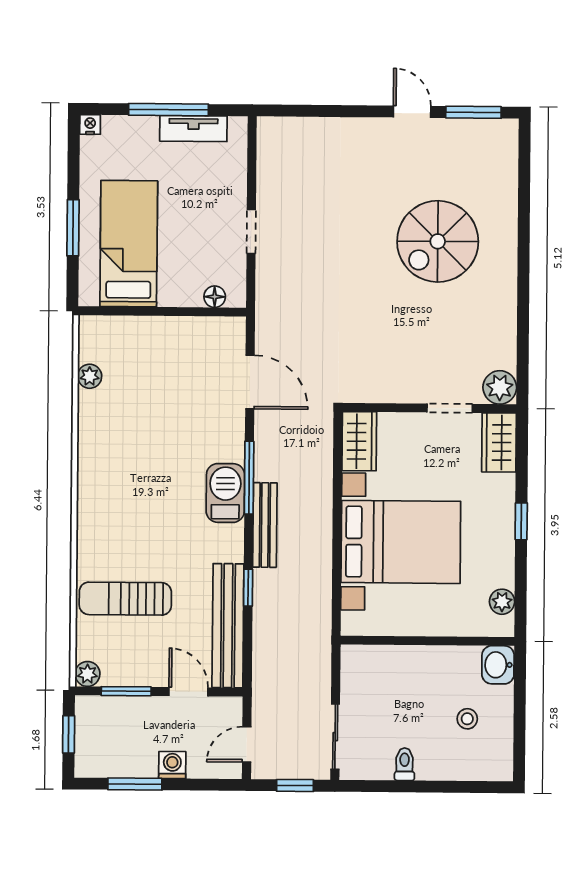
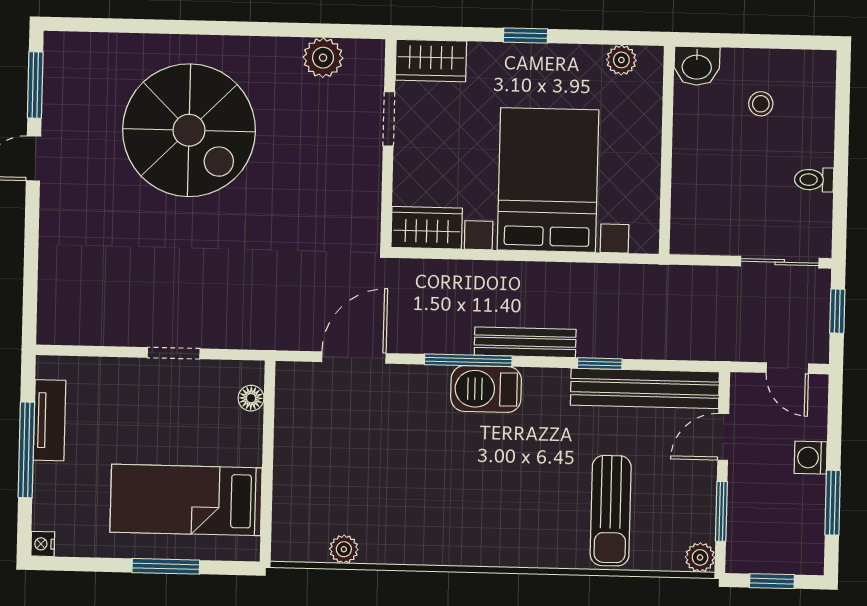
spiral stairs: (438, 241) -> (189, 130), width x1.37, depth x1.37
plant: (500, 387) -> (323, 58), moved

